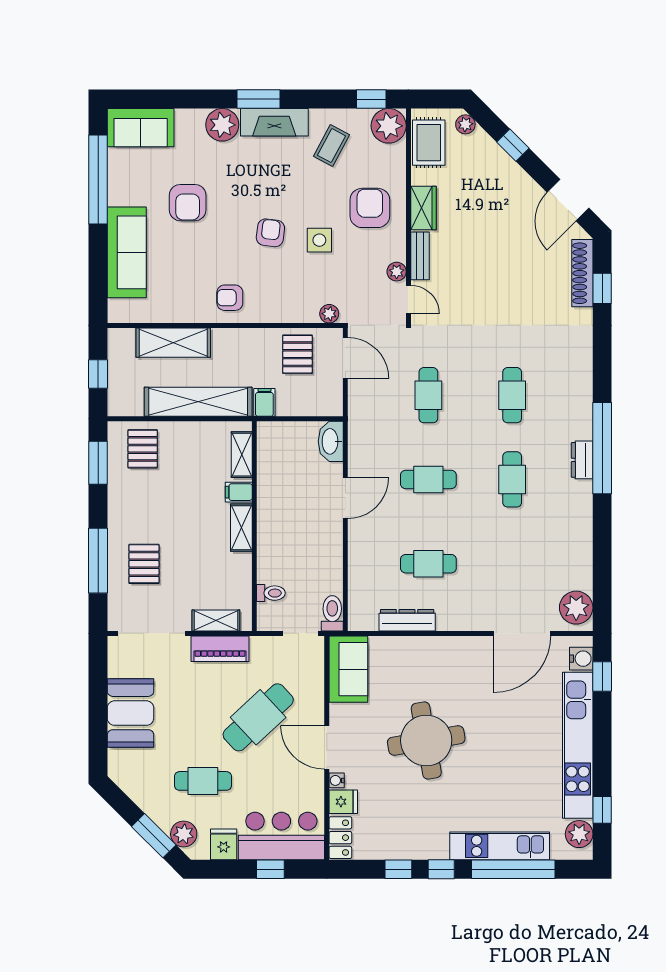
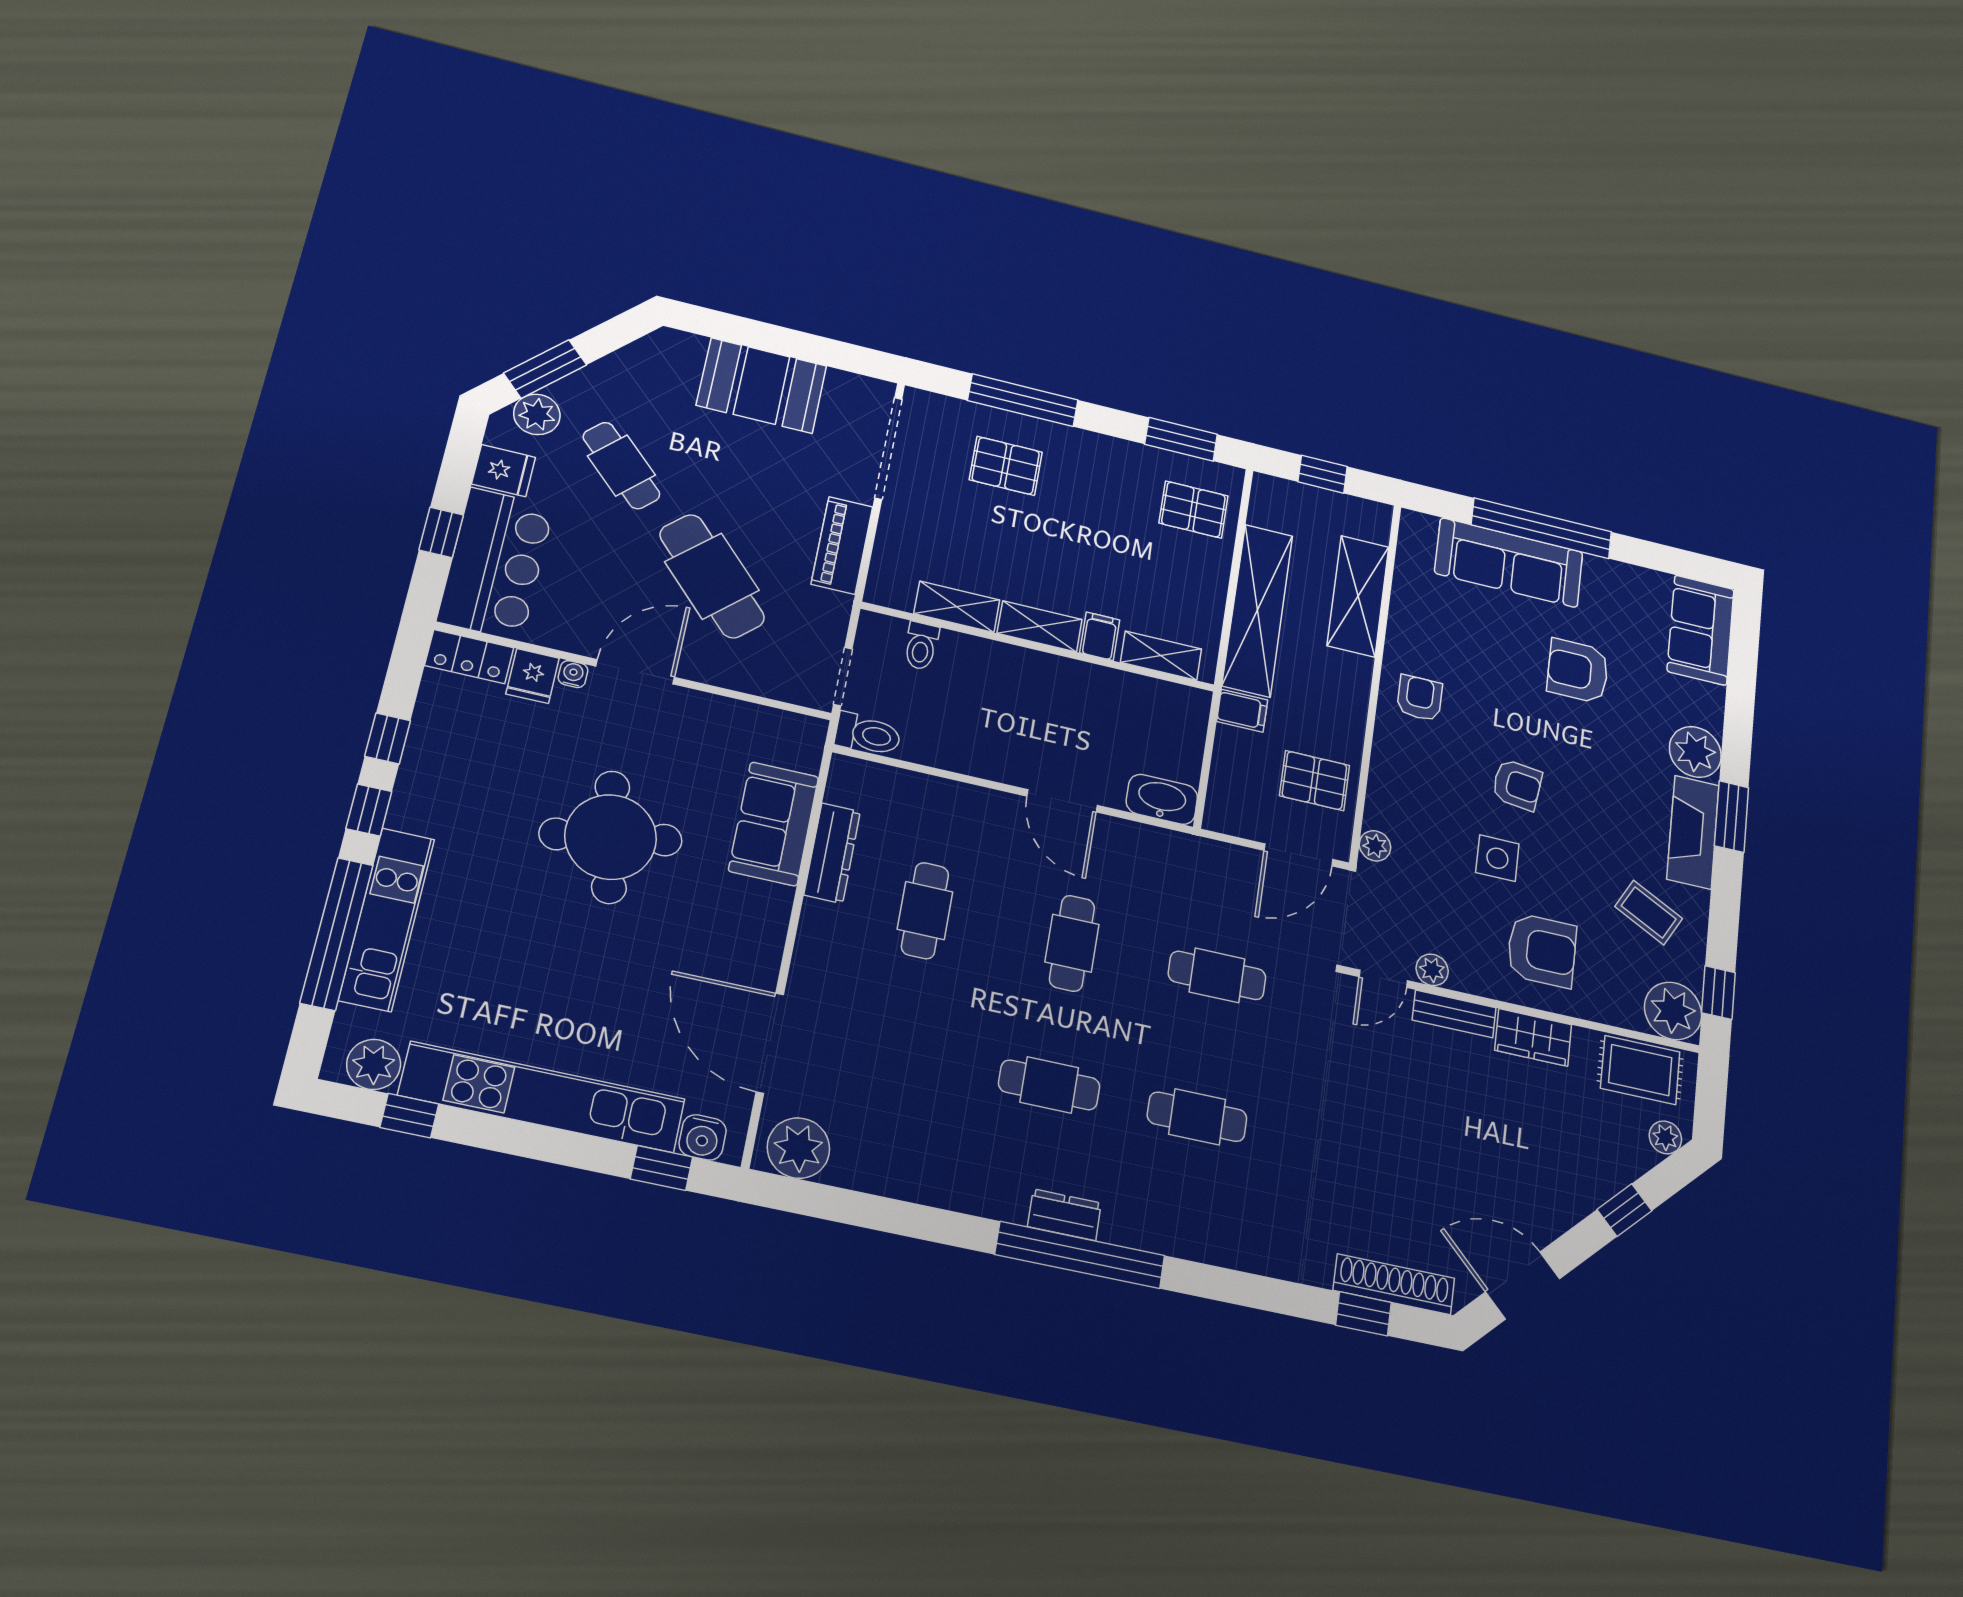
window: (98, 179) -> (1542, 528), moved
shelving: (216, 620) -> (957, 607), moved, turned 90
sofa: (348, 669) -> (774, 824), moved, turned 90
cafe table: (203, 781) -> (621, 465), turned -45

